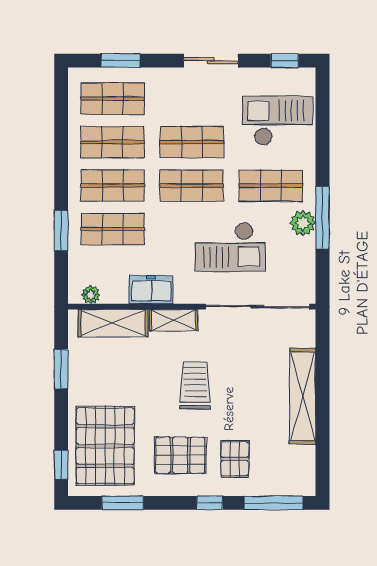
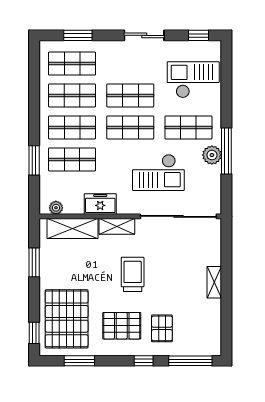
shelving: (303, 396) -> (214, 282), width x0.45, depth x0.75

